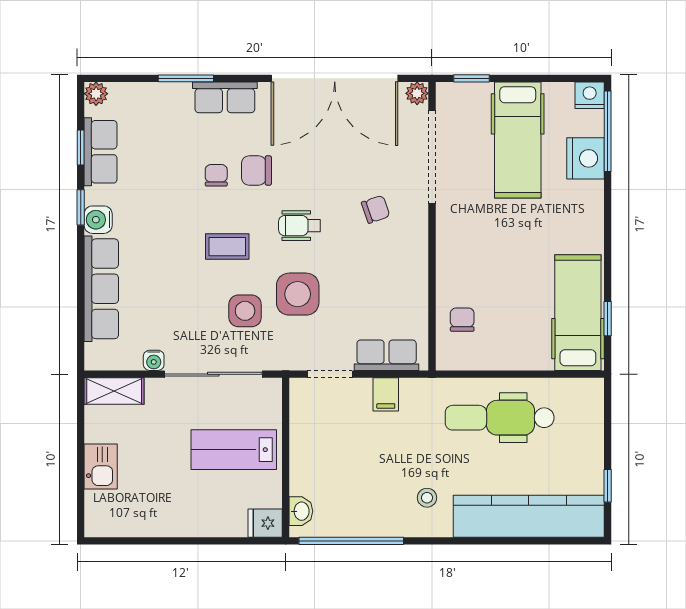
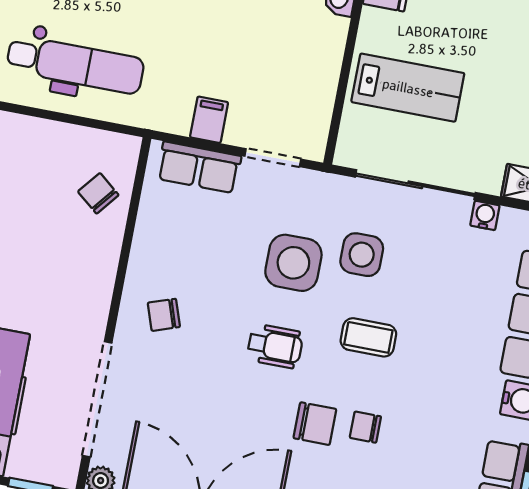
chair: (216, 175) -> (365, 427), turned 90
chair: (376, 209) -> (164, 315), moved
chair: (462, 320) -> (98, 193), turned 129

